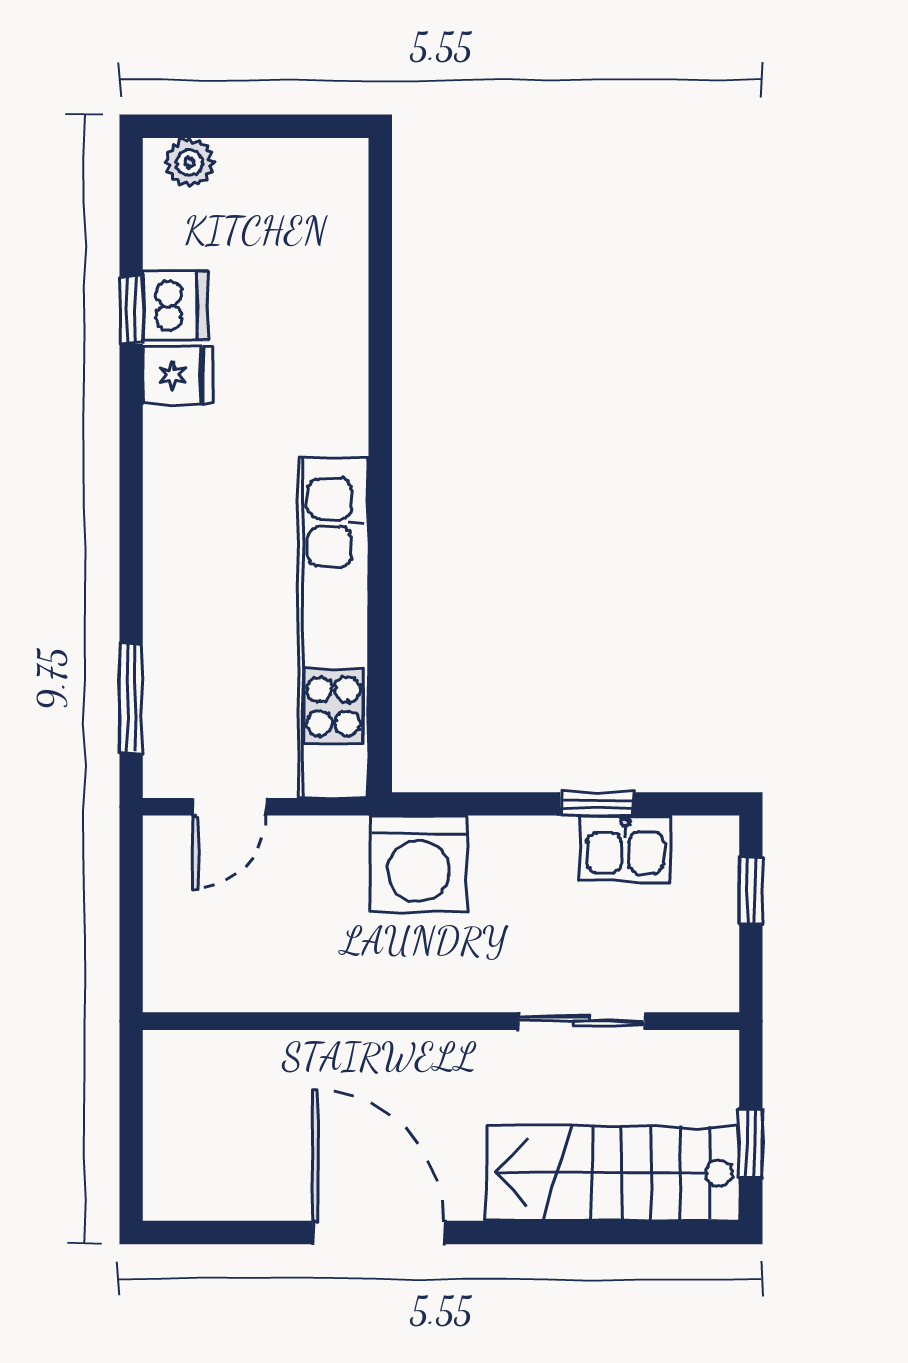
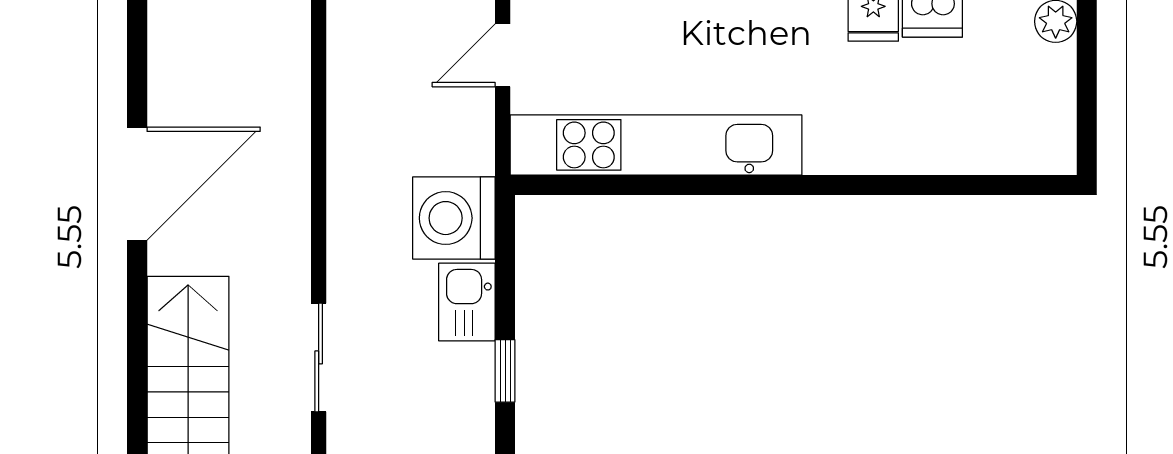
door: (229, 807) -> (503, 55), hinge flipped
kitchen sink: (625, 848) -> (467, 302), moved

